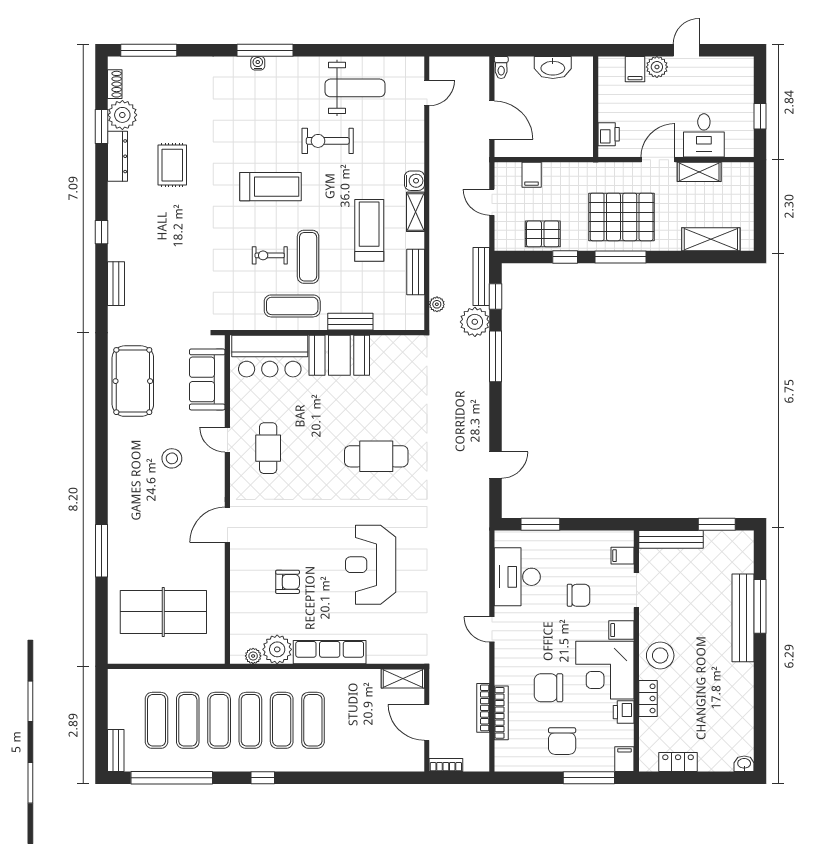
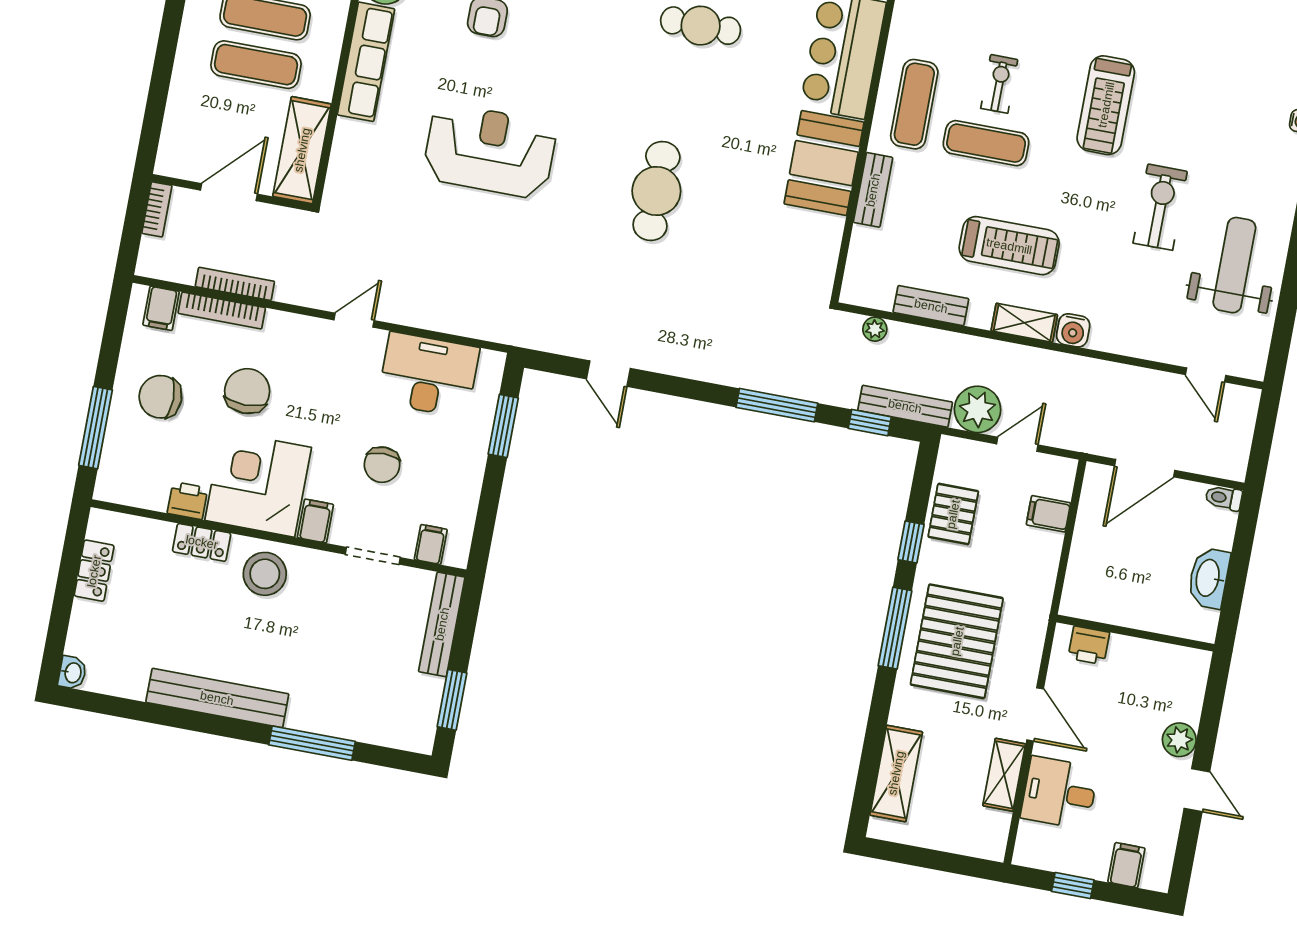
filing cabinet: (635, 69) -> (1126, 865), moved, turned 90
weight bench: (355, 88) -> (1234, 265), turned 180
plant: (475, 322) -> (978, 409), moved
bench: (743, 618) -> (217, 698), moved
shelving: (403, 678) -> (302, 150), width x1.50, depth x1.33
exercise mat: (344, 720) -> (256, 65), added
filing cabinet: (624, 759) -> (161, 308), moved, turned 90

